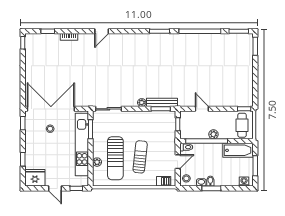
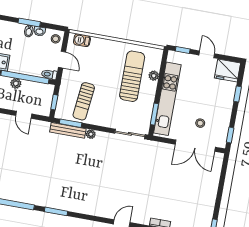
double door: (51, 109) -> (195, 146), width x0.73
sun lounger: (140, 157) -> (84, 101), moved
door: (178, 162) -> (62, 60), swing flipped

